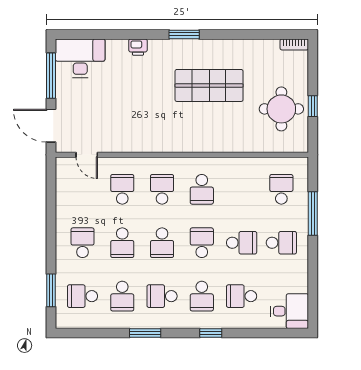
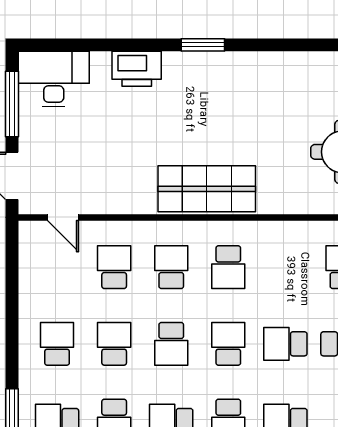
printer: (138, 47) -> (137, 69), width x1.87, depth x1.48
shop shelf: (209, 85) -> (207, 189), moved
school desk: (122, 243) -> (114, 344), turned 180
school desk: (242, 243) -> (285, 344), turned 180

